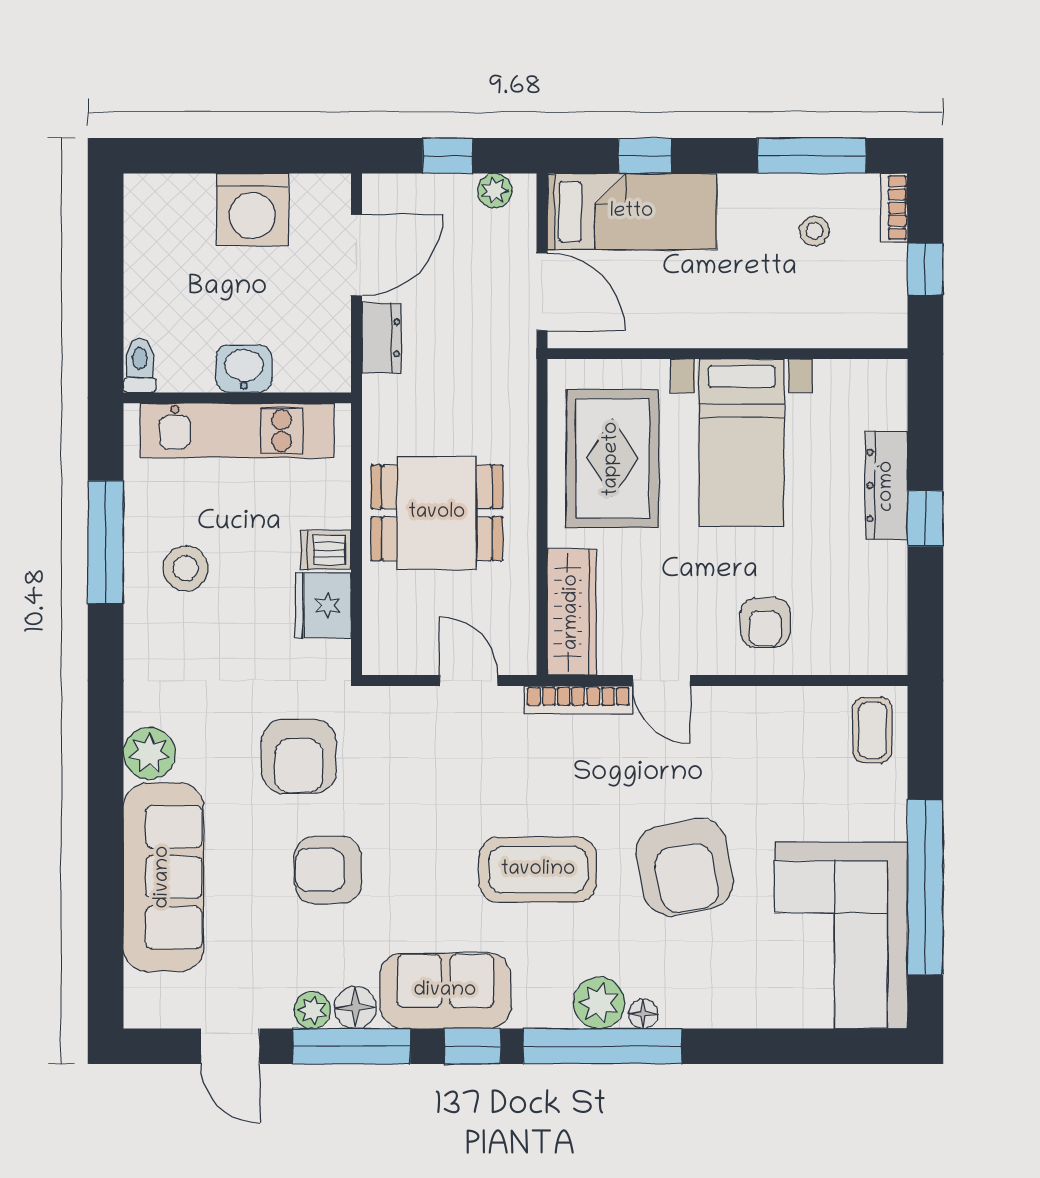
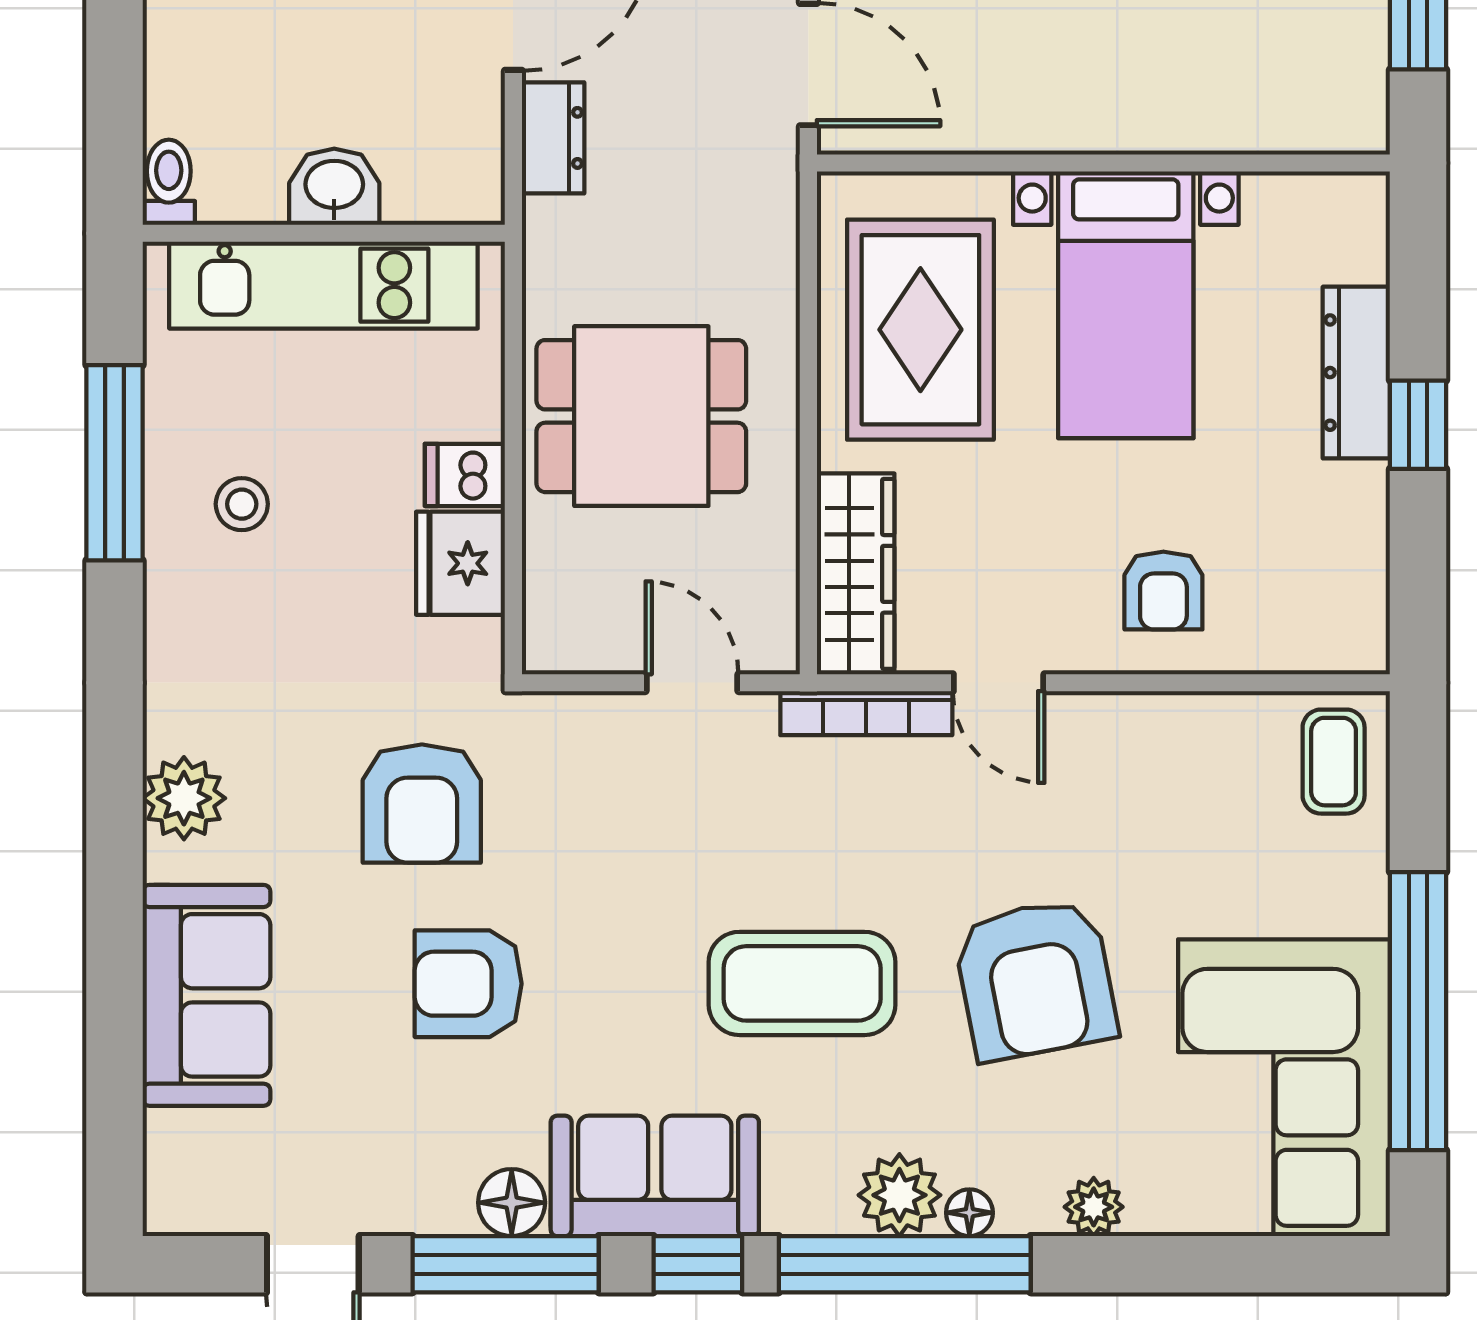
stool: (186, 568) -> (242, 504), width x0.73, depth x0.73
sofa: (163, 877) -> (206, 995), width x0.73
plant: (312, 1010) -> (1094, 1207), moved

